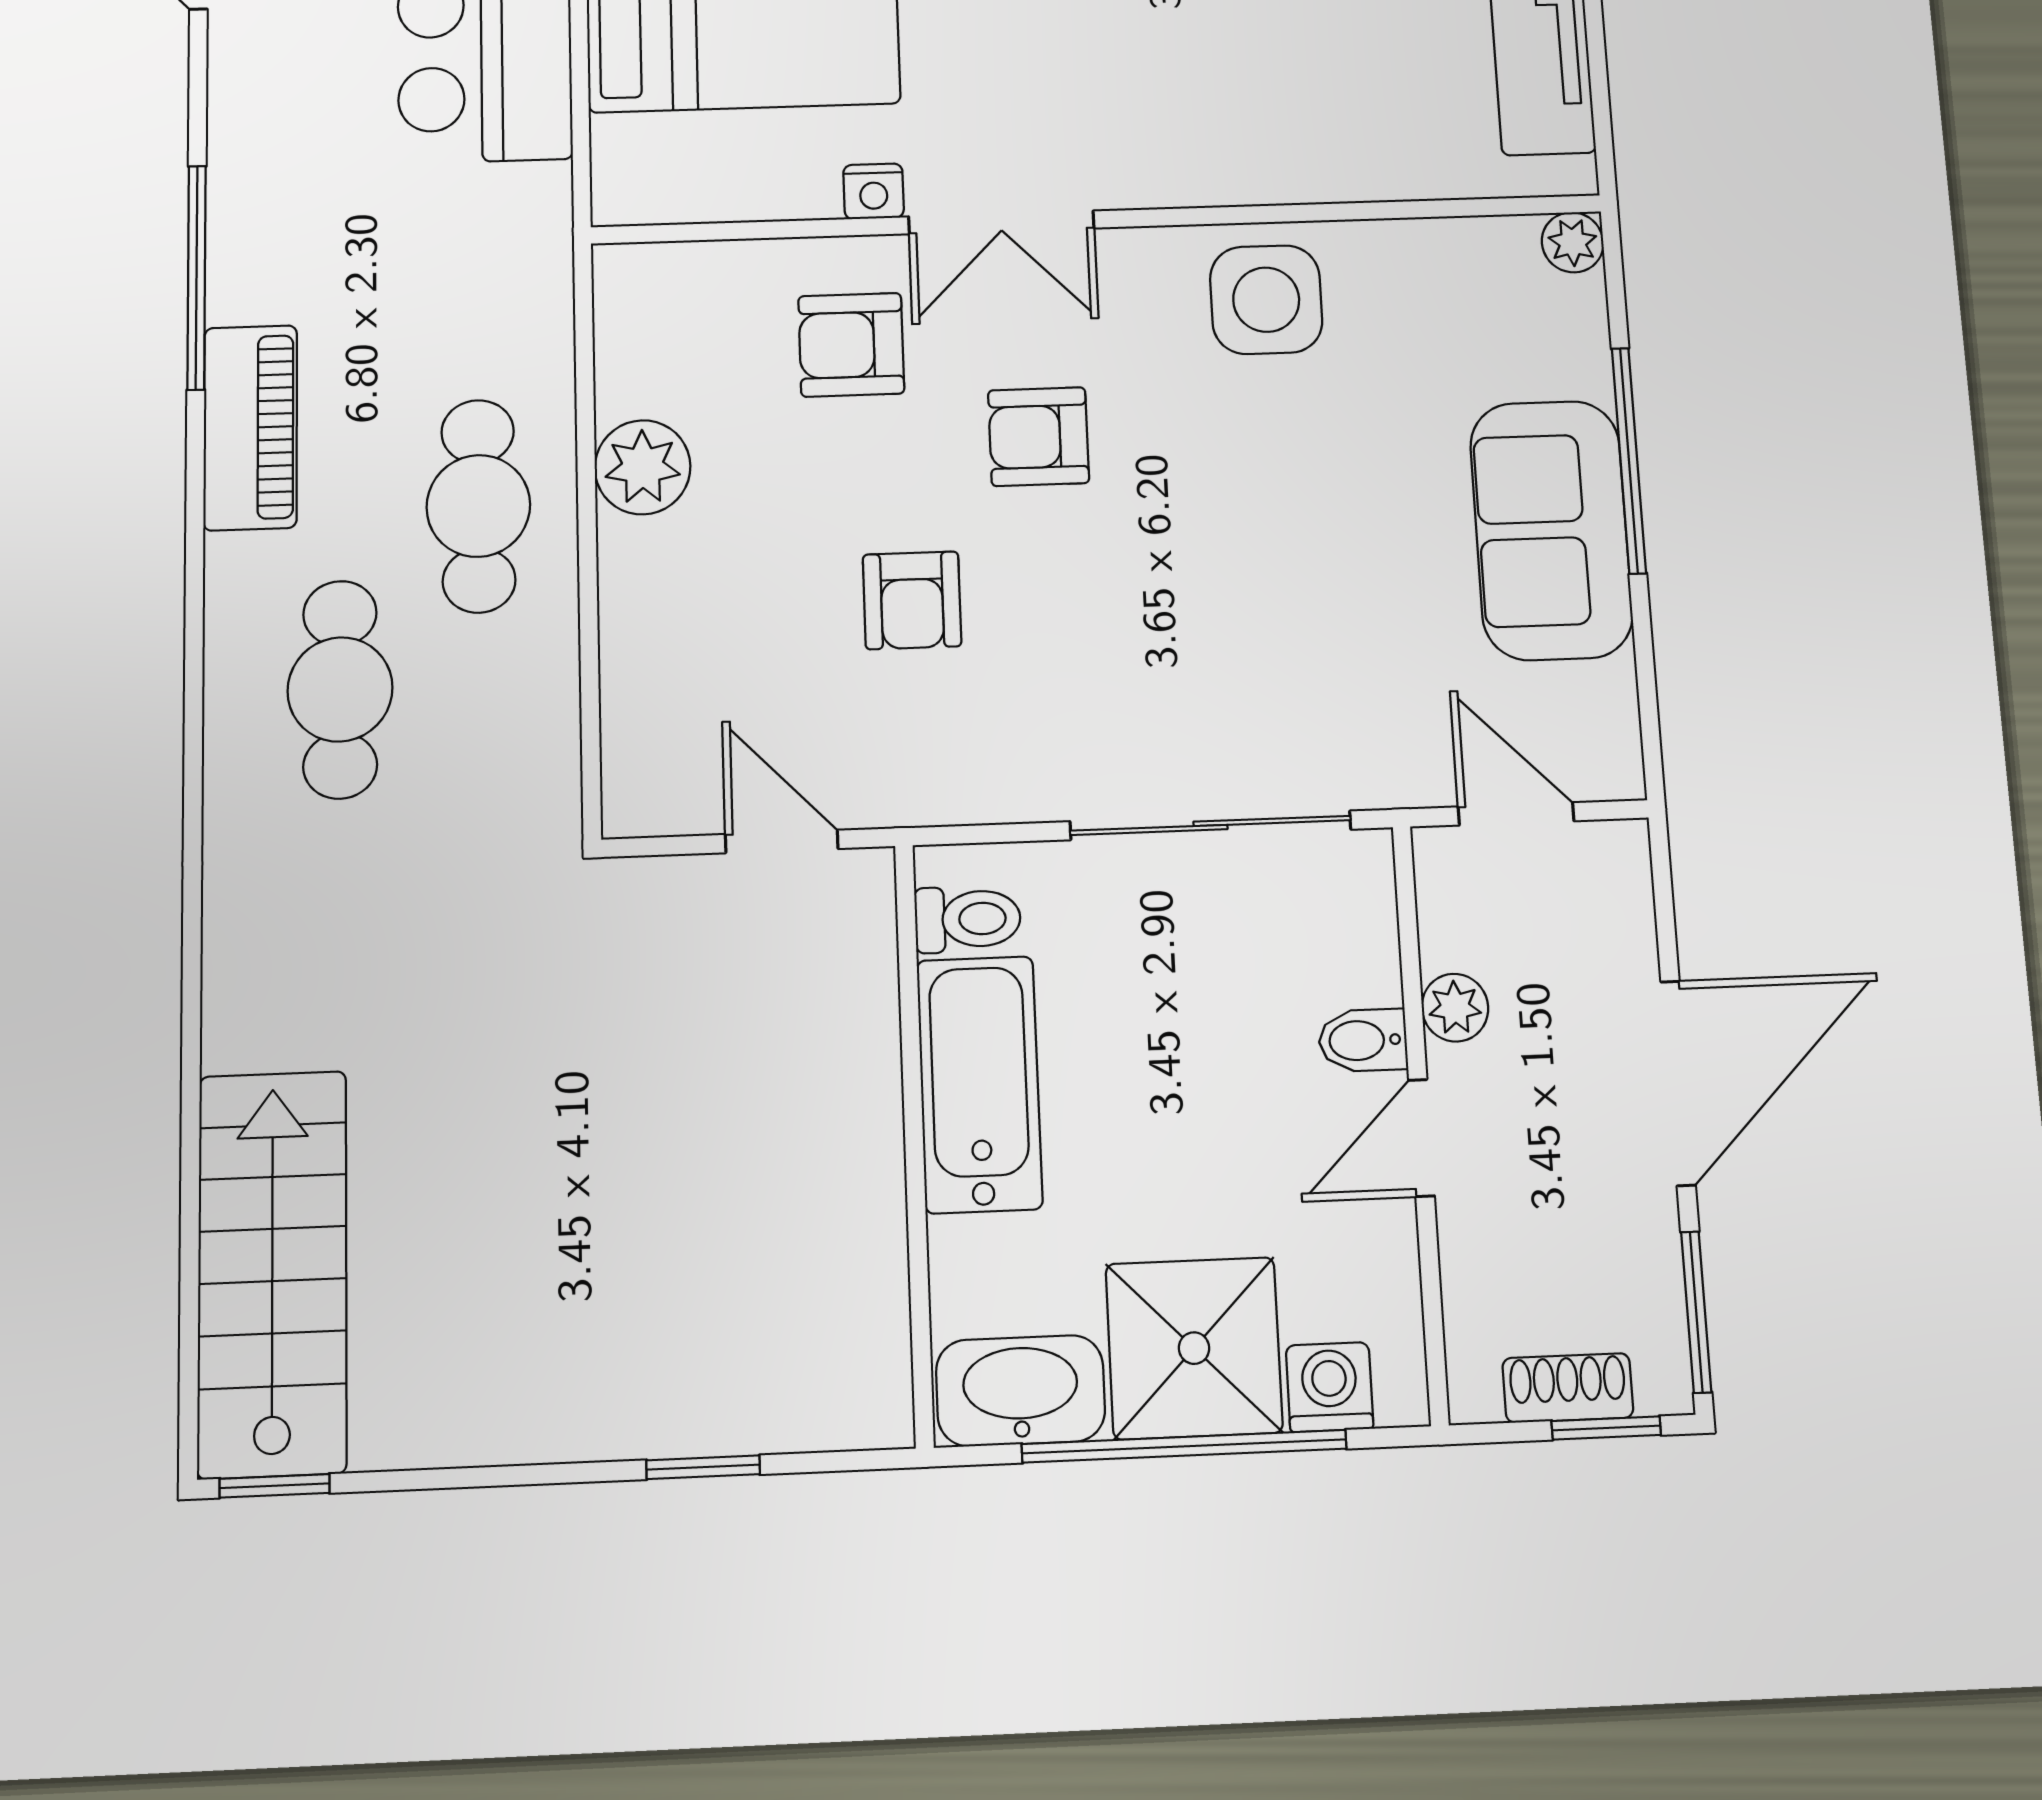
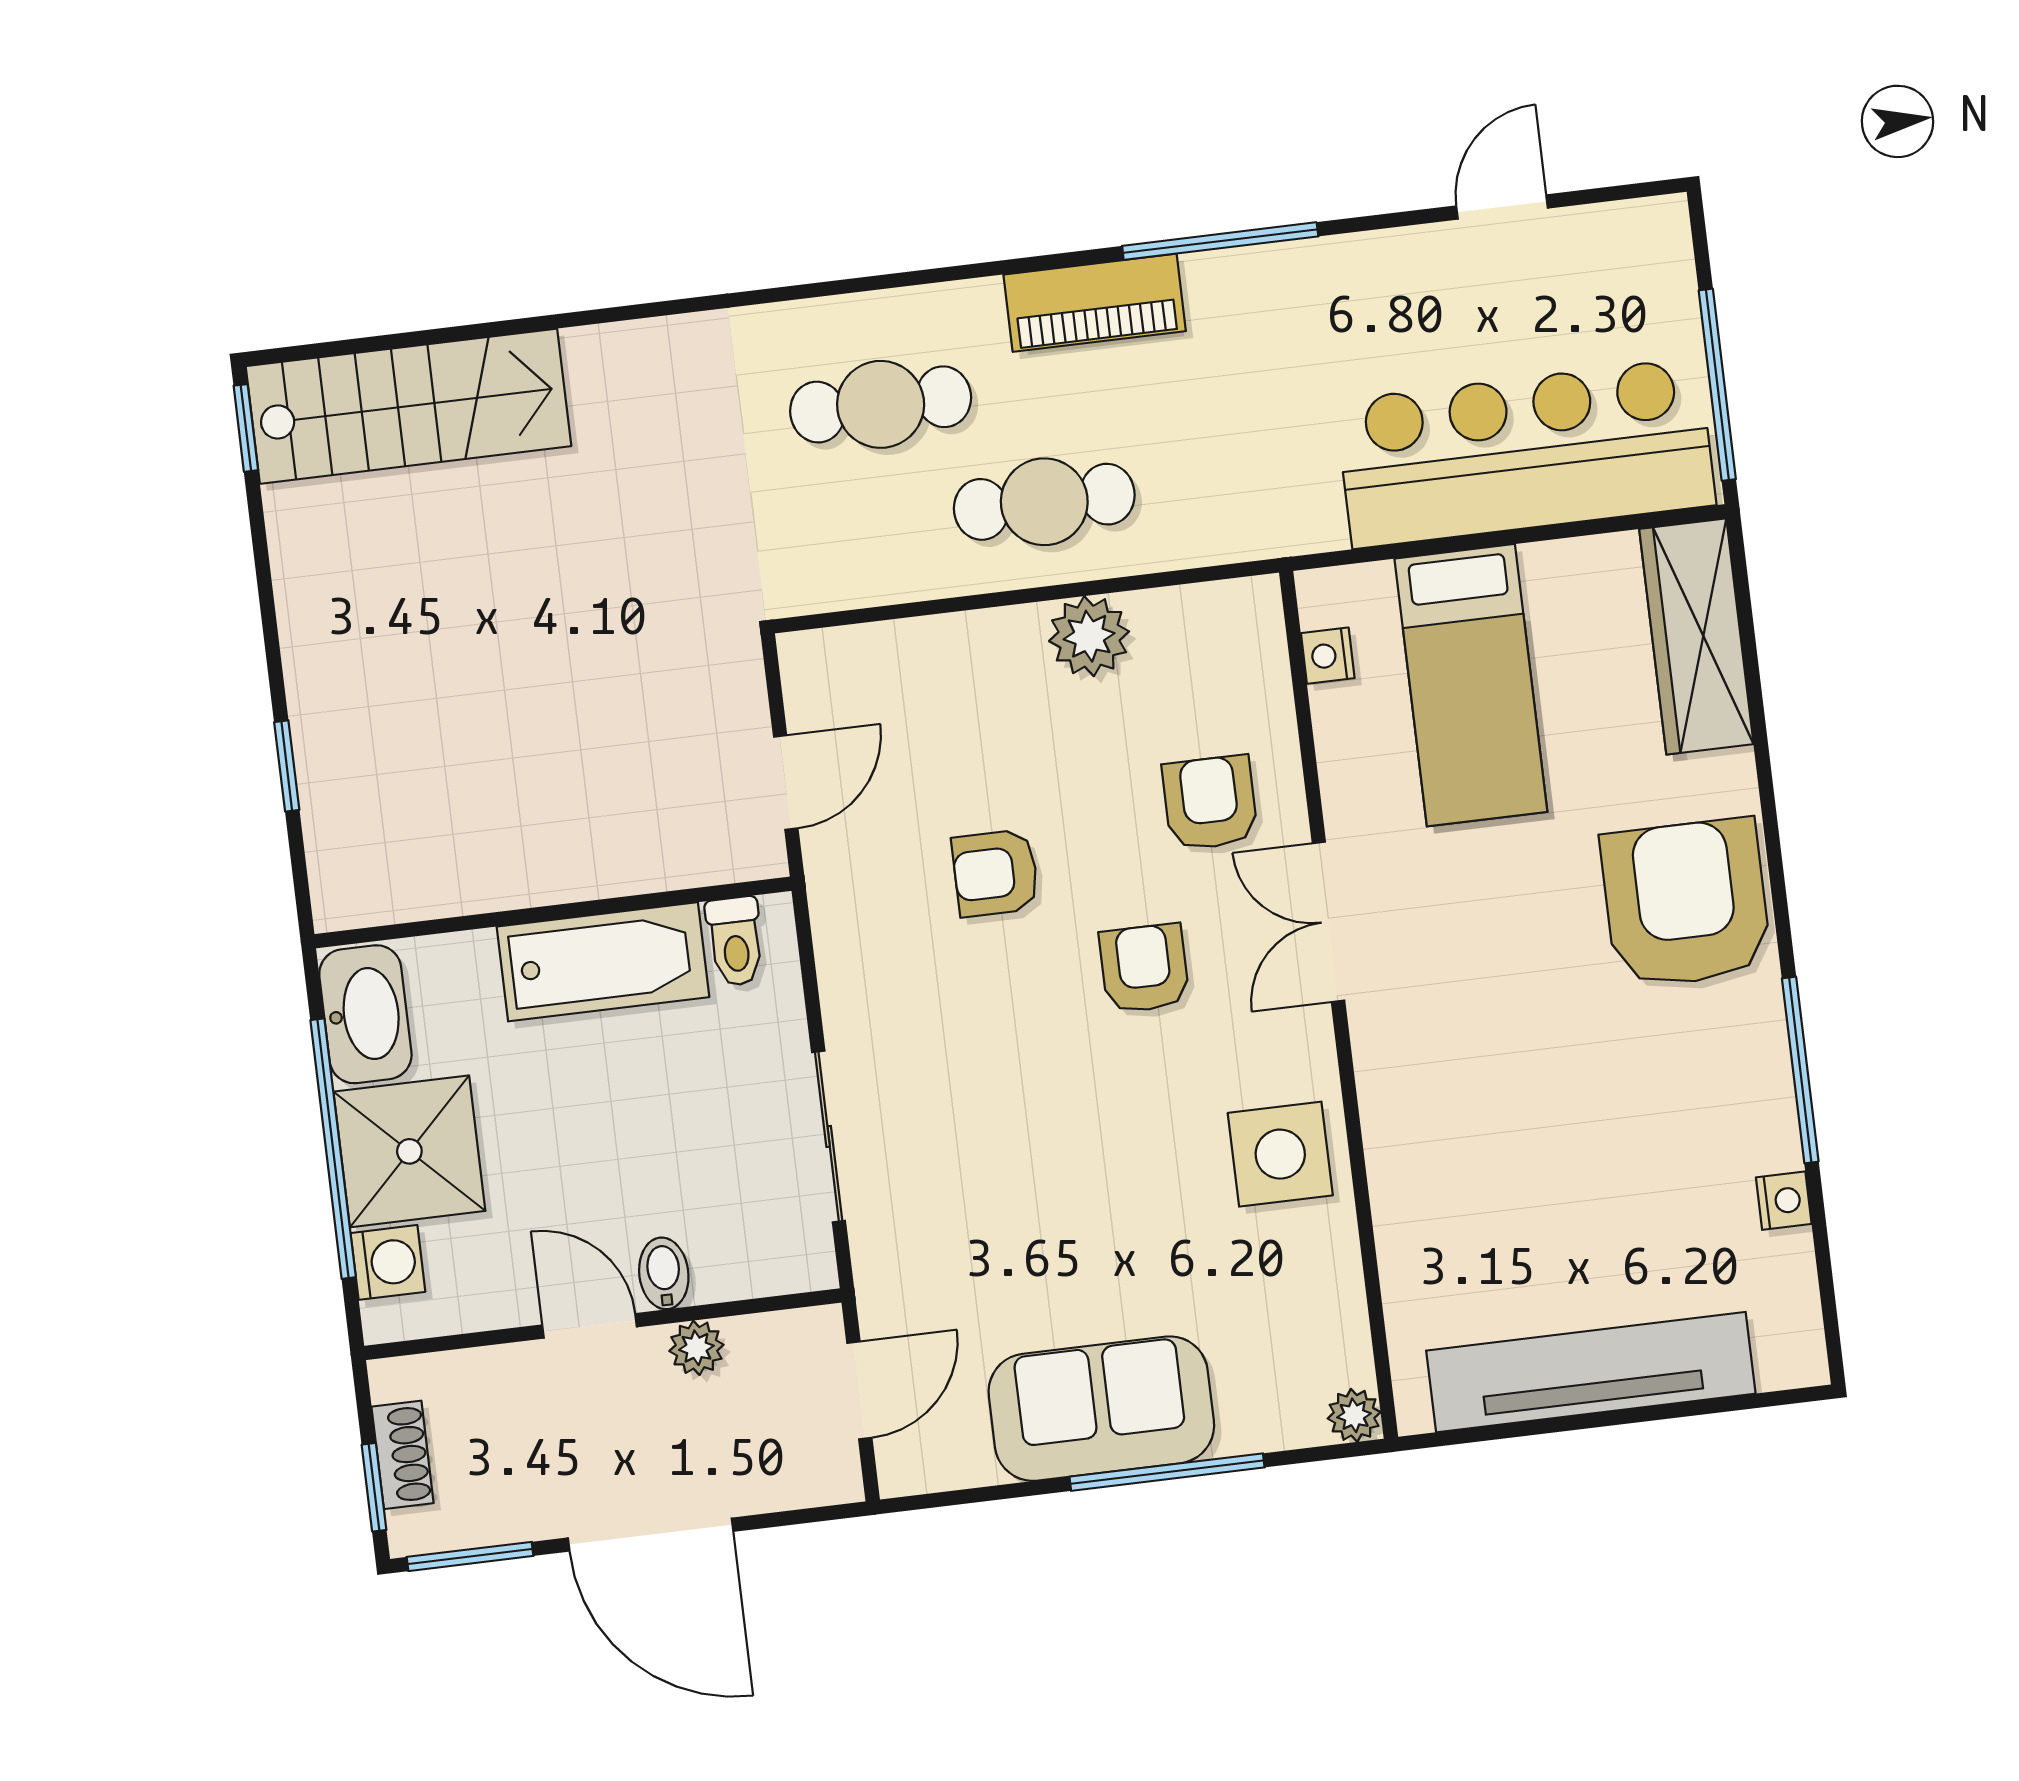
nightstand: (874, 191) -> (1328, 656), moved
sliding door: (1211, 825) -> (829, 1136), width x0.73

